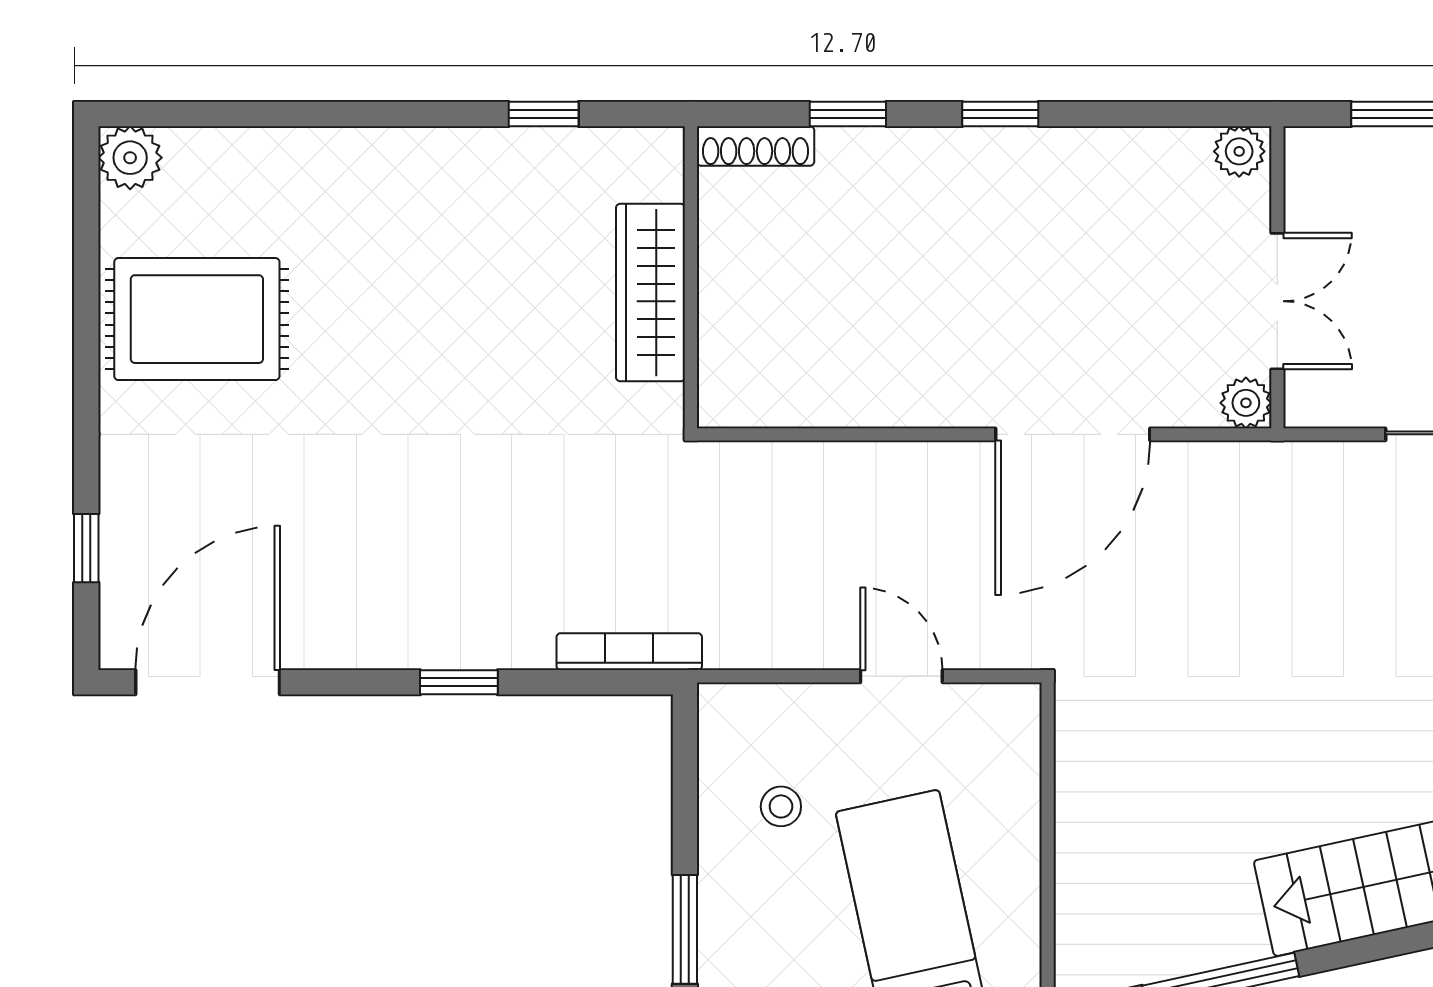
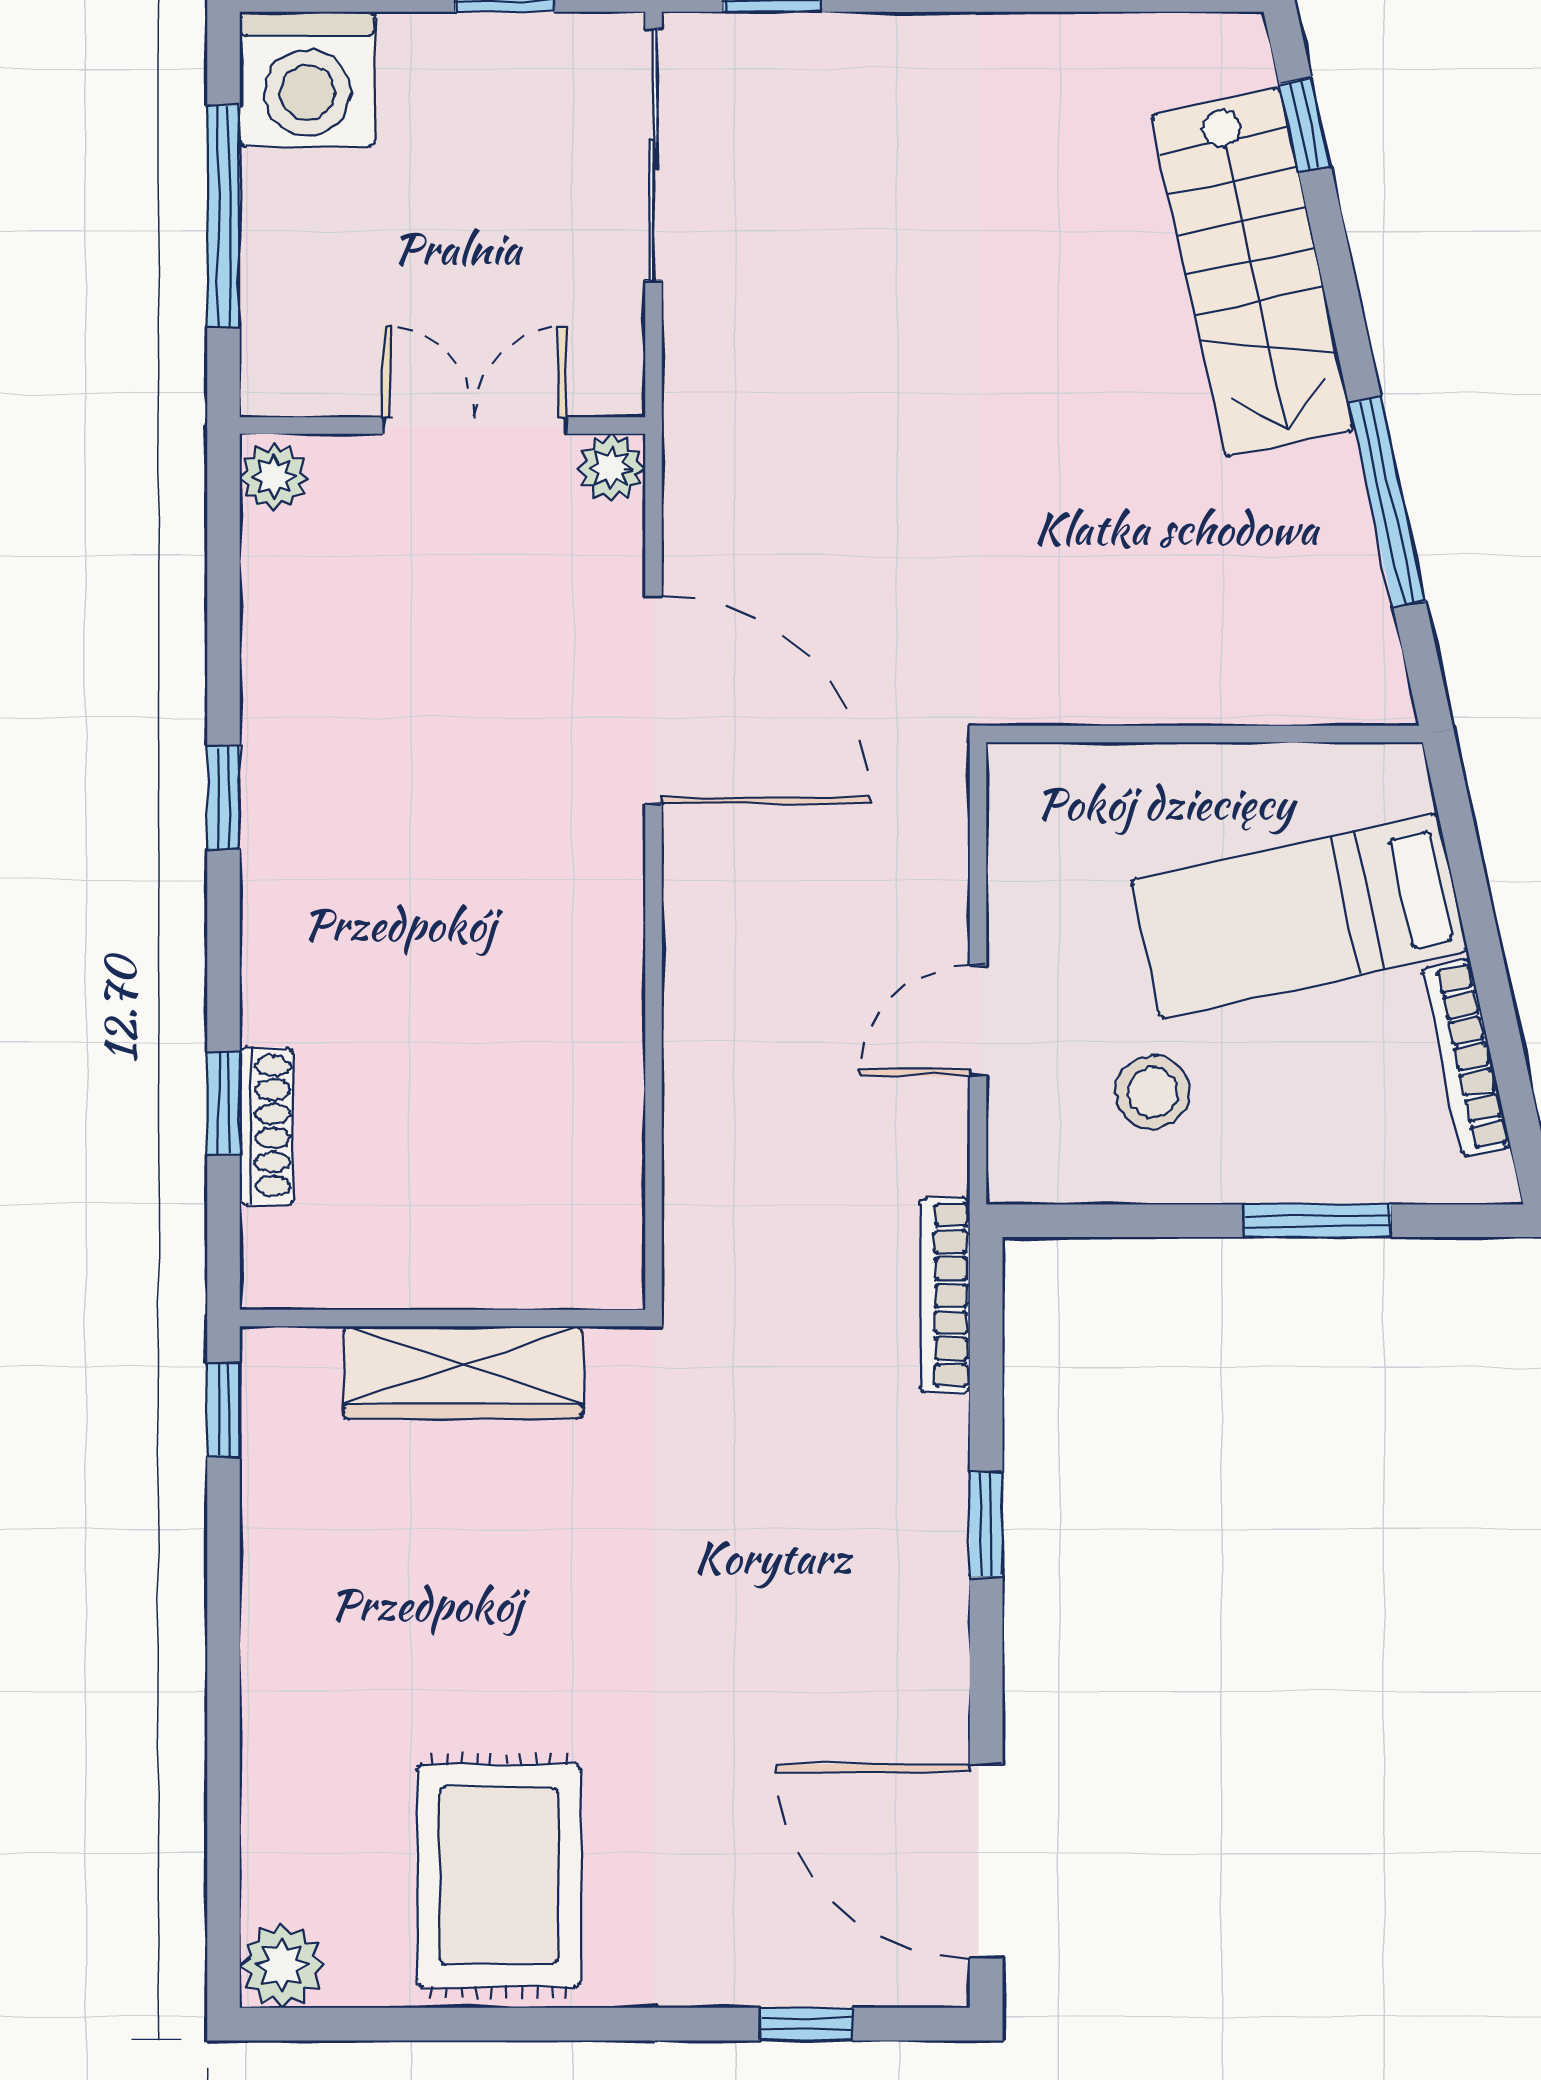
window: (848, 114) -> (223, 1104), moved
wall: (691, 277) -> (443, 1318), moved
wardrobe: (651, 293) -> (463, 1372), moved
door: (901, 676) -> (978, 1021), moved
stool: (781, 806) -> (1153, 1092), width x1.37, depth x1.37

